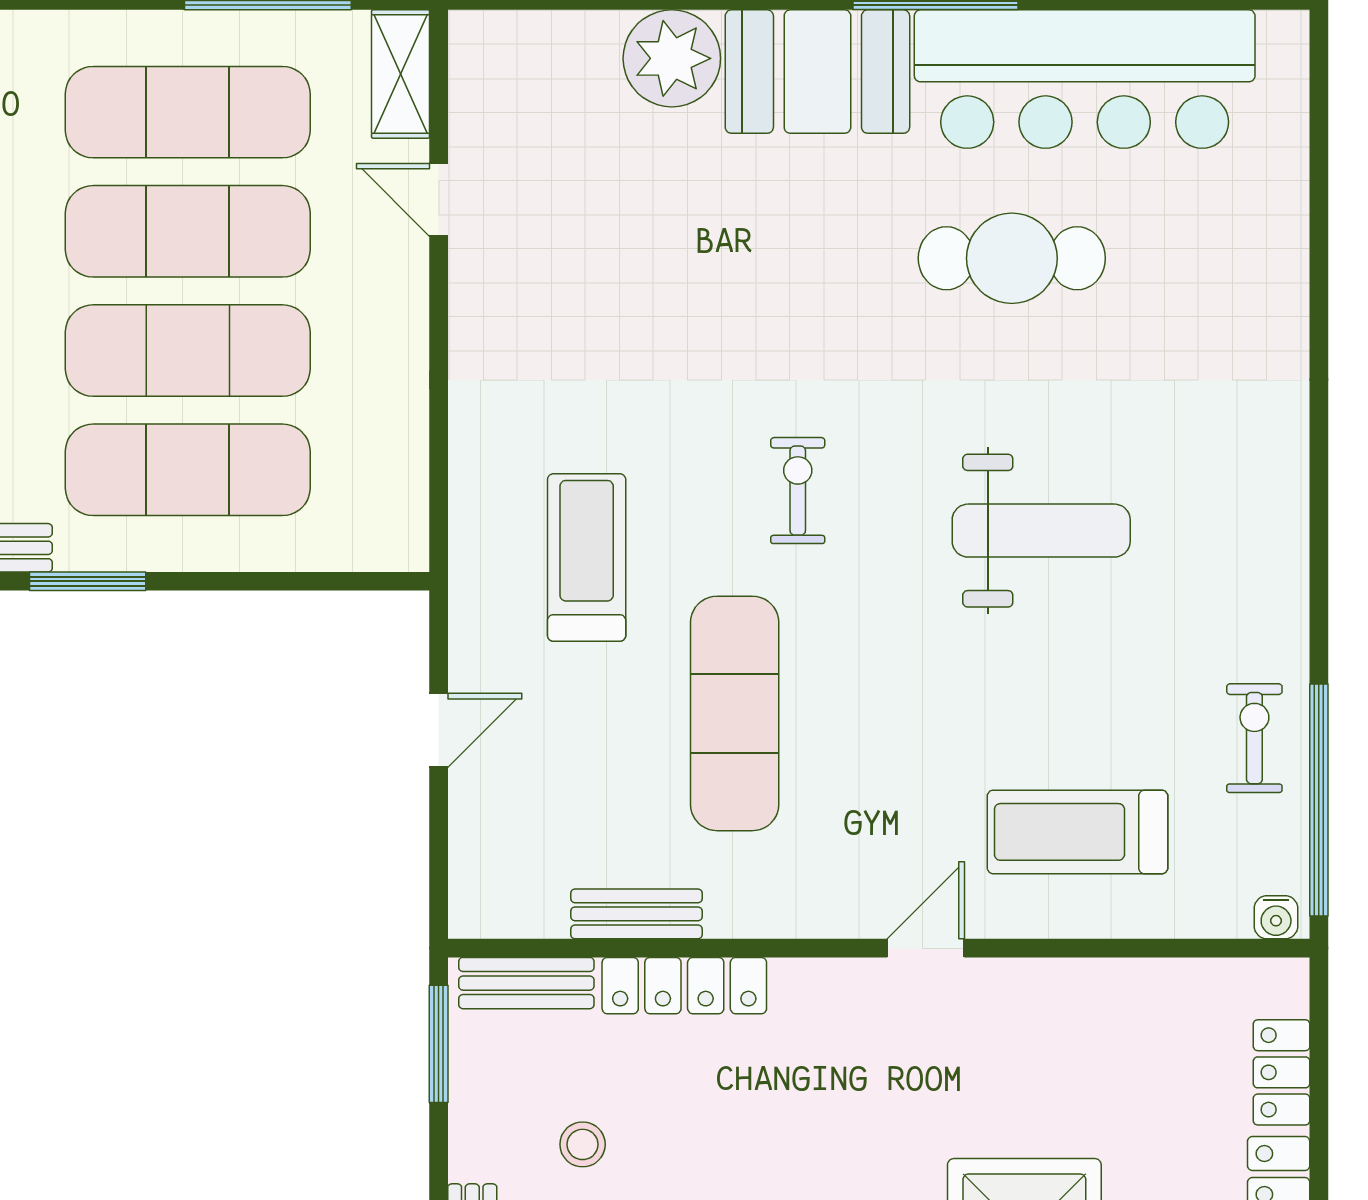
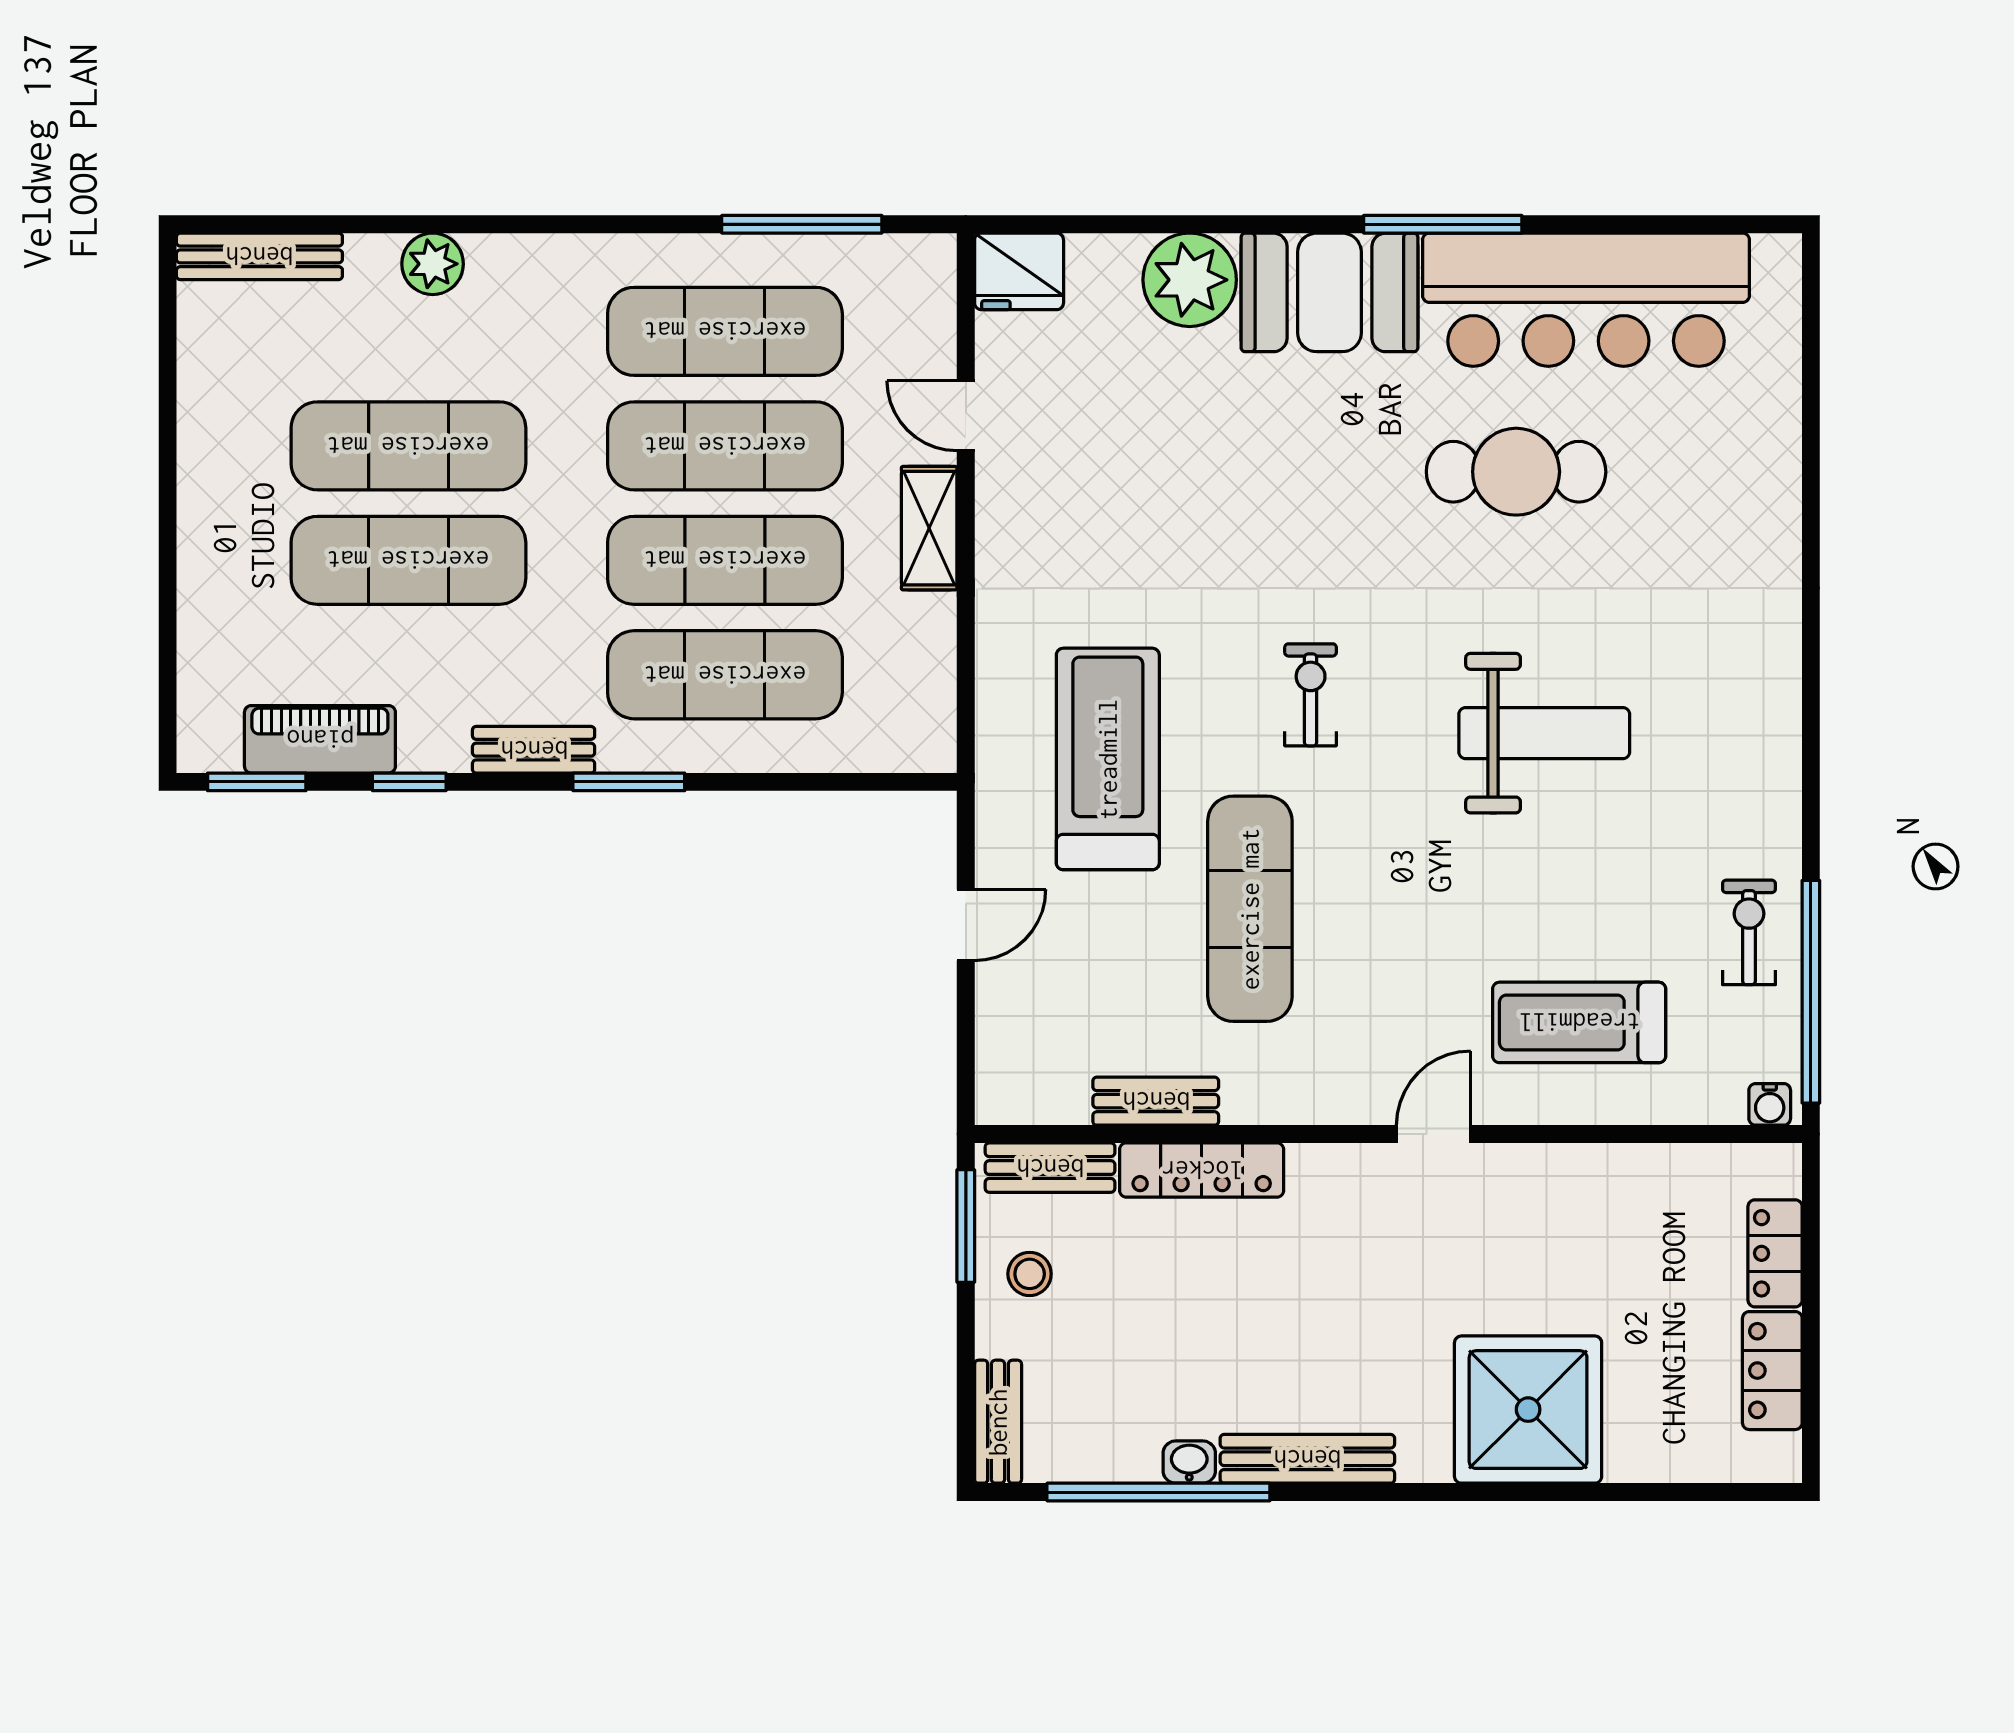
fridge: (494, 50) -> (1019, 271), added
shelving: (401, 74) -> (929, 528), moved
treadmill: (587, 557) -> (1108, 759), width x1.37, depth x1.38
stool: (583, 1144) -> (1030, 1274), moved

